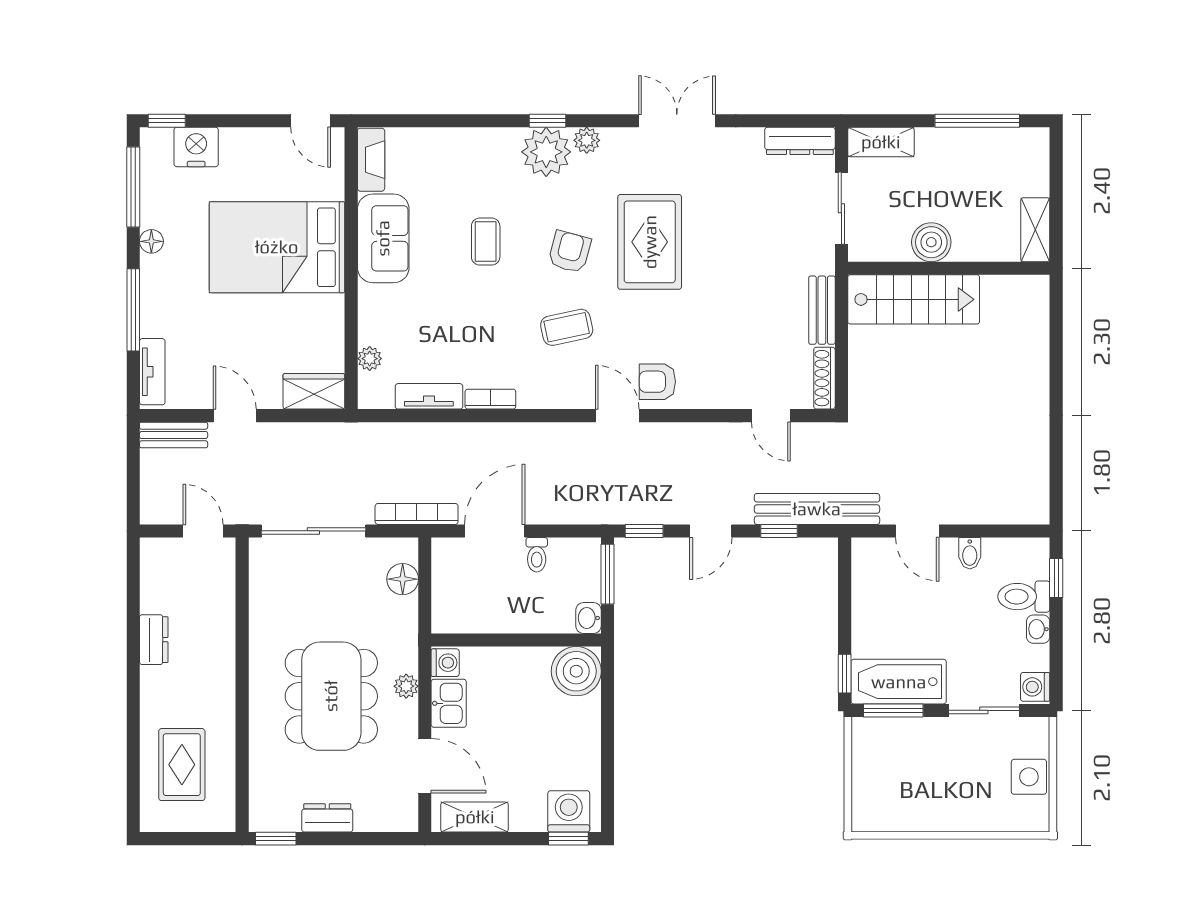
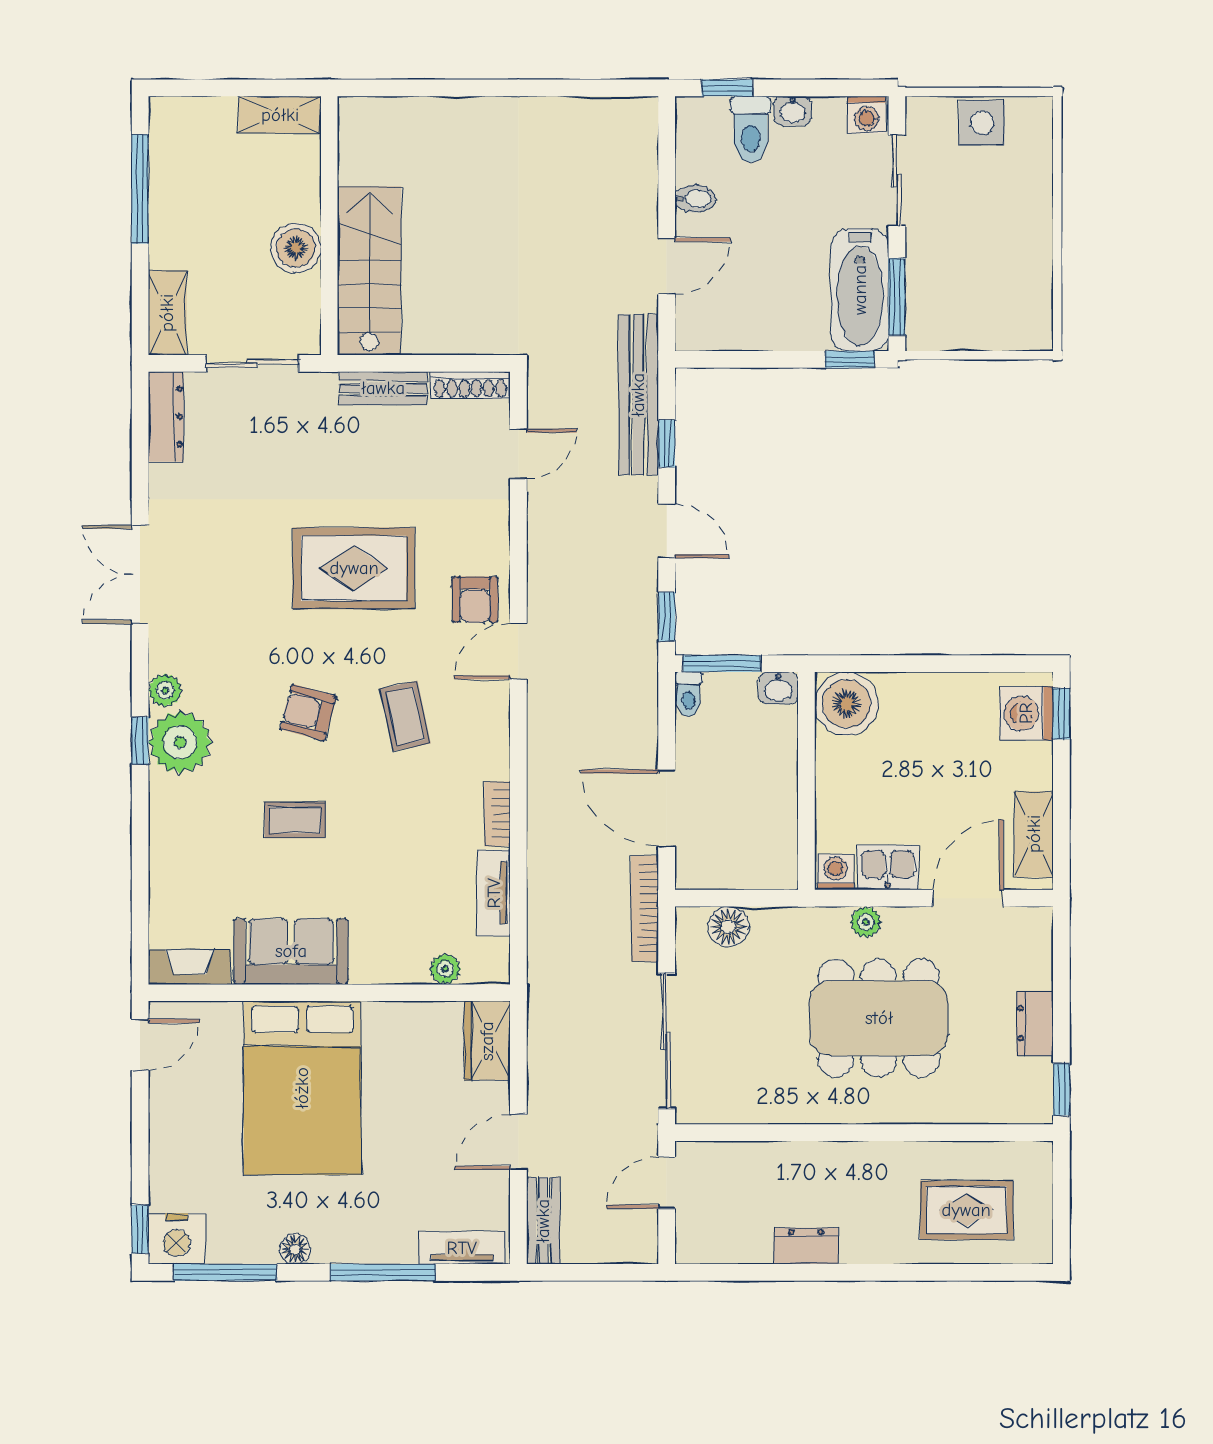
nightstand: (196, 147) -> (177, 1239), moved, turned -90
rug: (650, 242) -> (354, 568), moved
toilet: (537, 555) -> (688, 694), moved, turned 90

